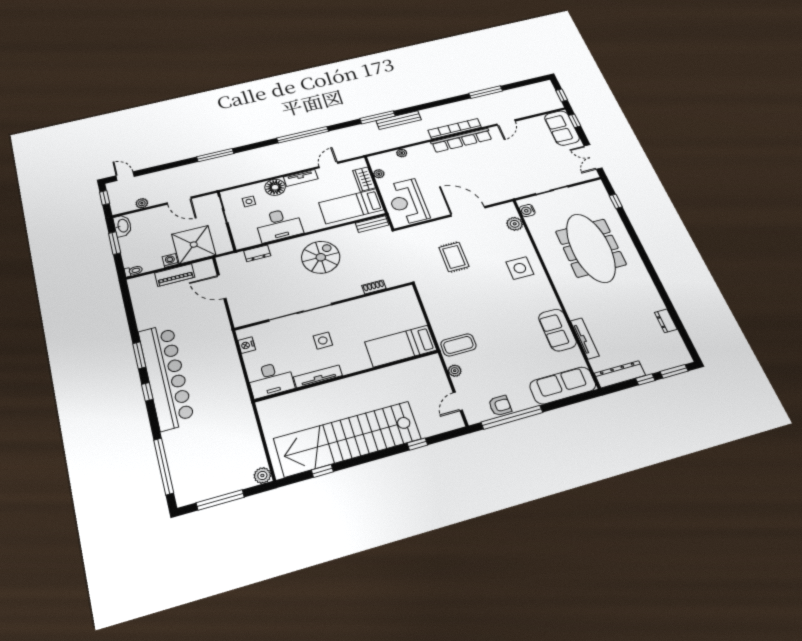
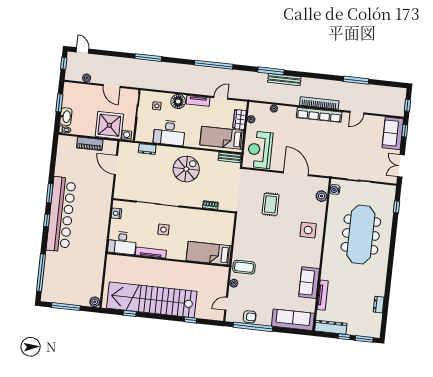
washbasin: (123, 226) -> (66, 117), moved
washing machine: (170, 261) -> (127, 135), moved

